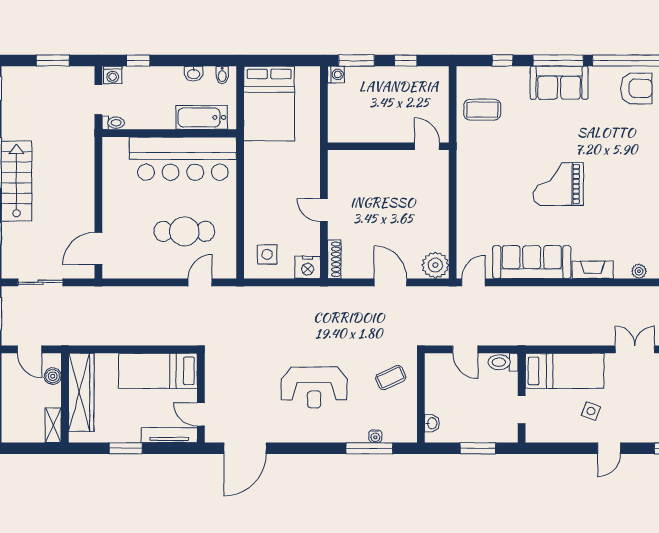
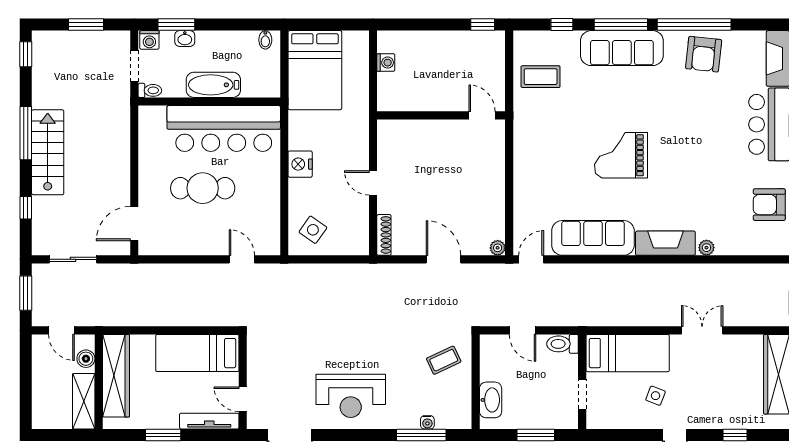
window: (138, 60) -> (176, 25), width x1.50
window: (357, 60) -> (408, 25), removed
window: (406, 60) -> (483, 25), moved
washbasin: (194, 74) -> (185, 39), moved
washing machine: (336, 74) -> (386, 63), moved
sofa: (559, 83) -> (622, 48), width x1.36
armchair: (636, 88) -> (704, 54), turned 96
bathtub: (202, 117) -> (213, 85), moved
cafe table: (184, 231) -> (203, 188), moved
side table: (267, 254) -> (313, 230), turned 35
plant: (435, 265) -> (498, 248), width x0.53, depth x0.53
nightstand: (308, 267) -> (300, 164), moved, turned 90
fireplace: (593, 270) -> (665, 243), width x1.37, depth x1.32
door: (200, 282) -> (242, 259), hinge flipped
reception desk: (314, 387) -> (351, 396), moved
washbasin: (432, 423) -> (491, 400), width x1.91, depth x1.45
shelving: (53, 425) -> (84, 401), width x1.50, depth x1.33

